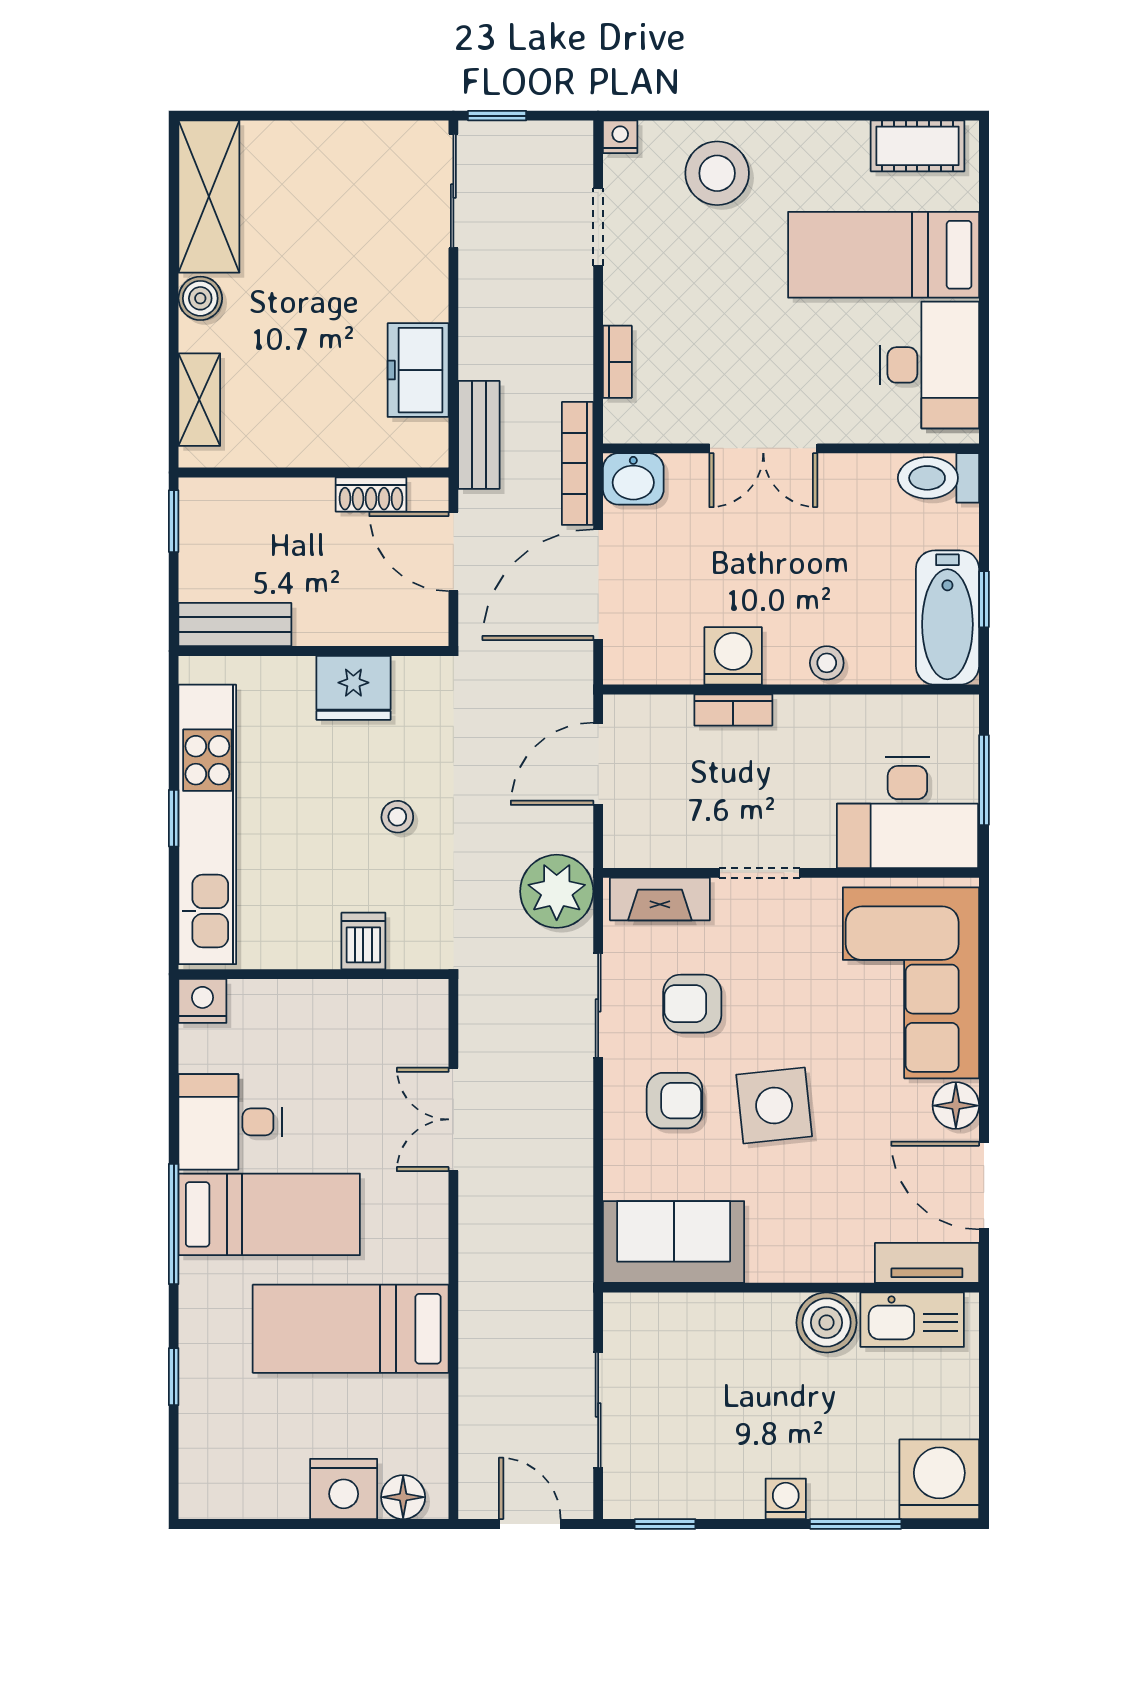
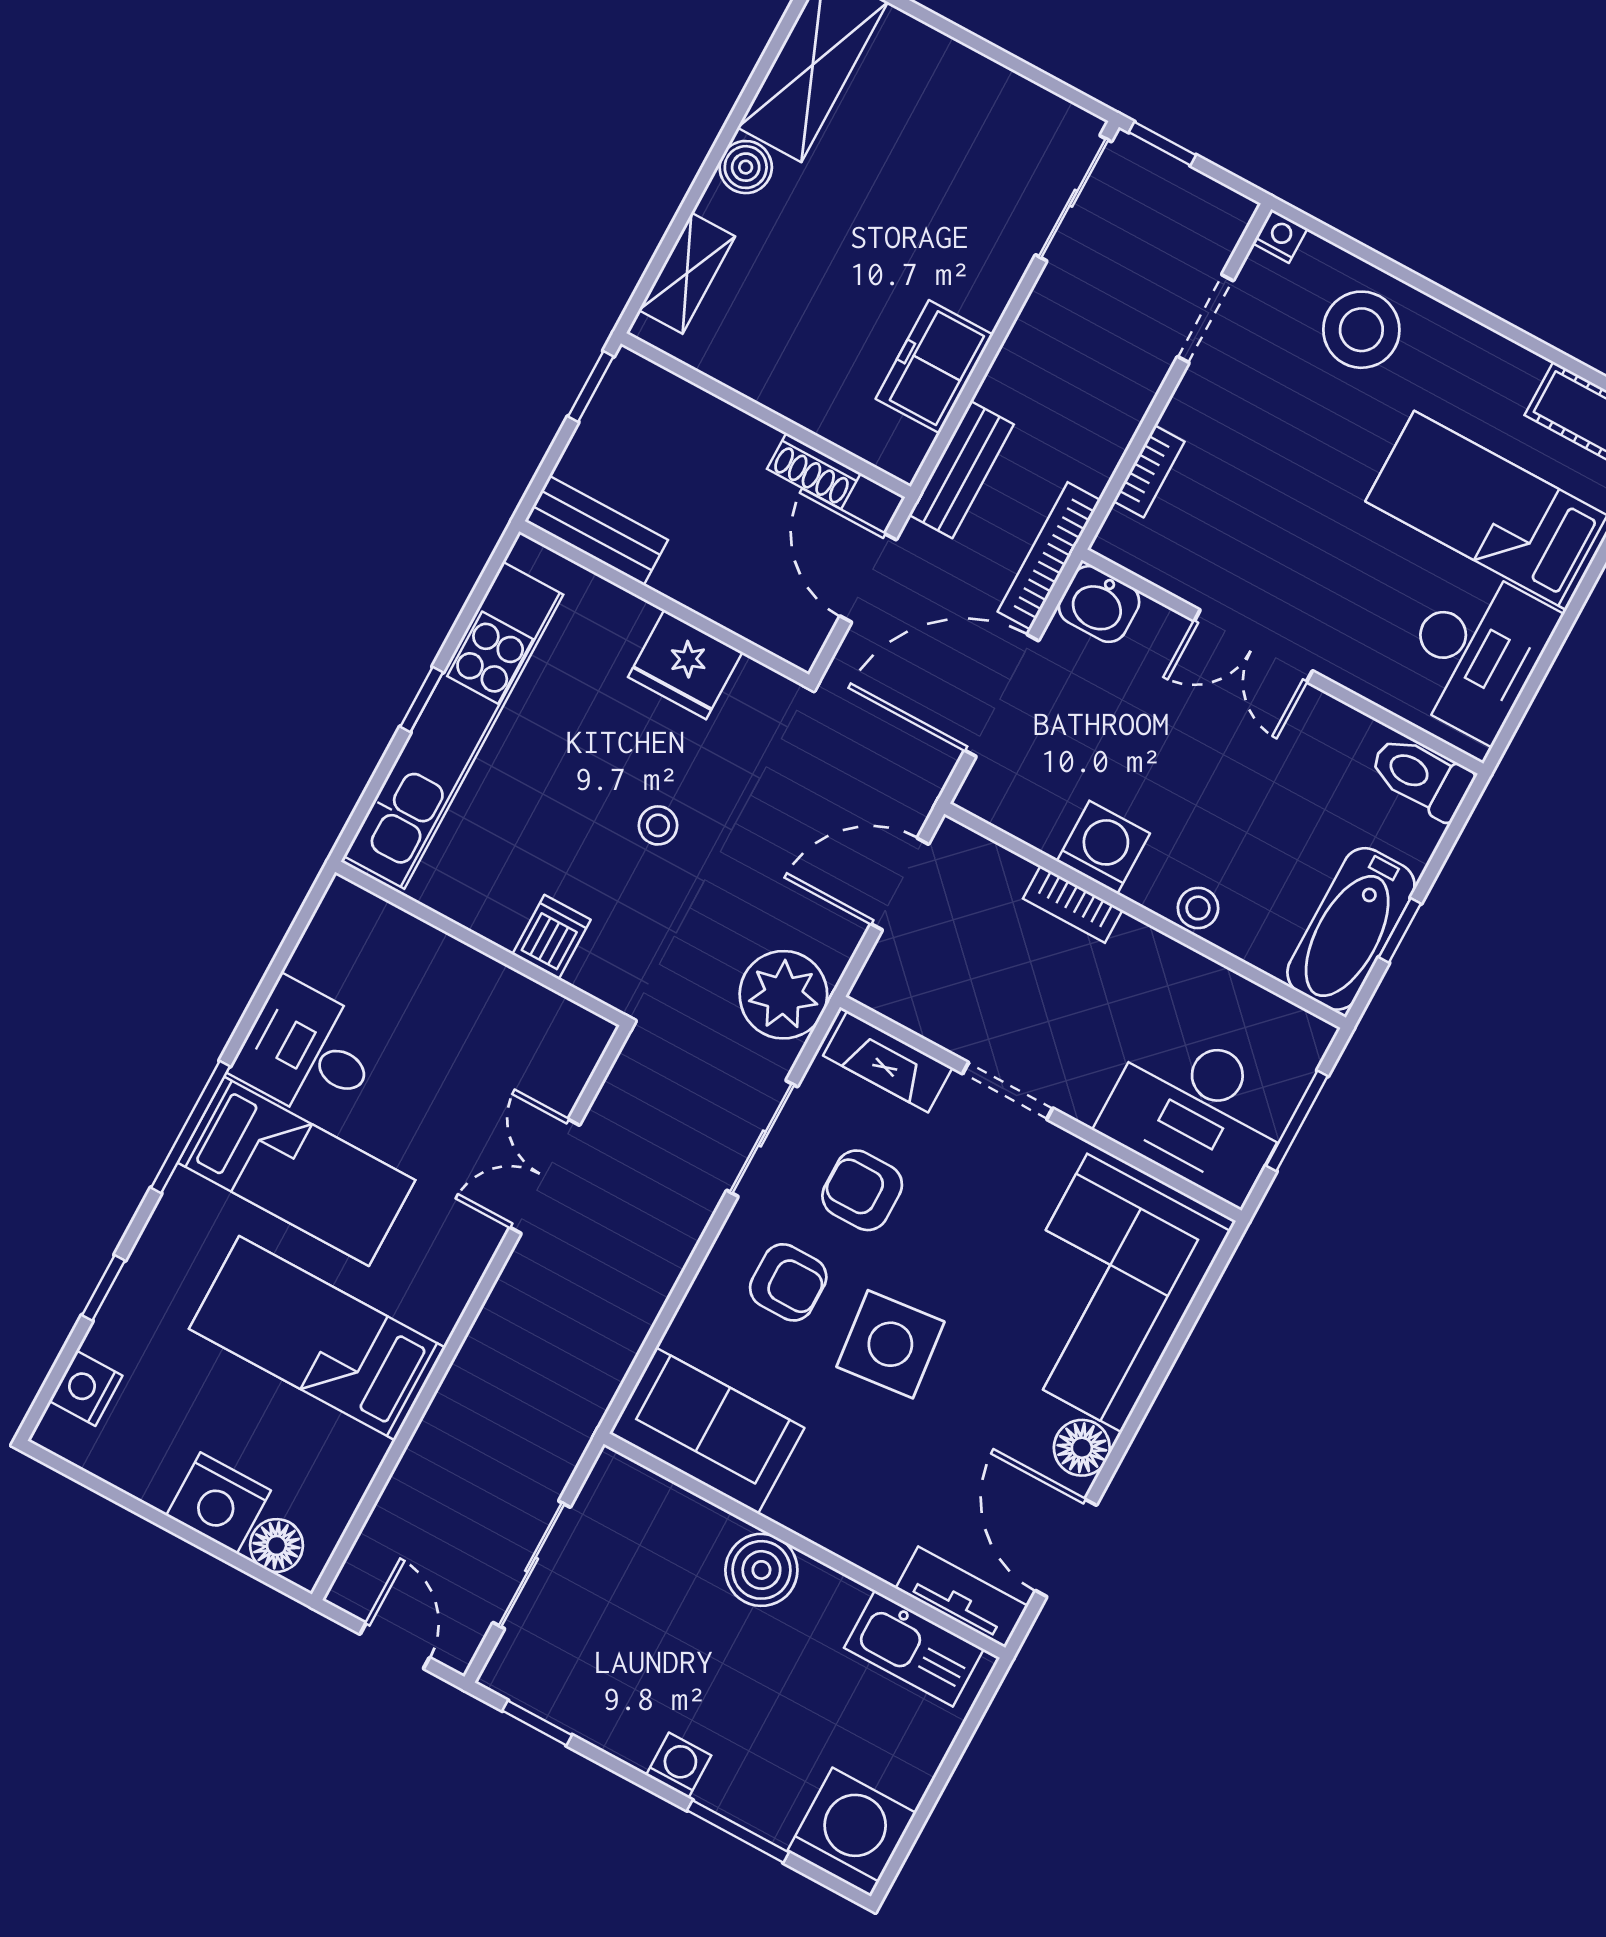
nightstand: (202, 1001) -> (86, 1388), moved, turned -90
boiler: (827, 1323) -> (761, 1570), moved

